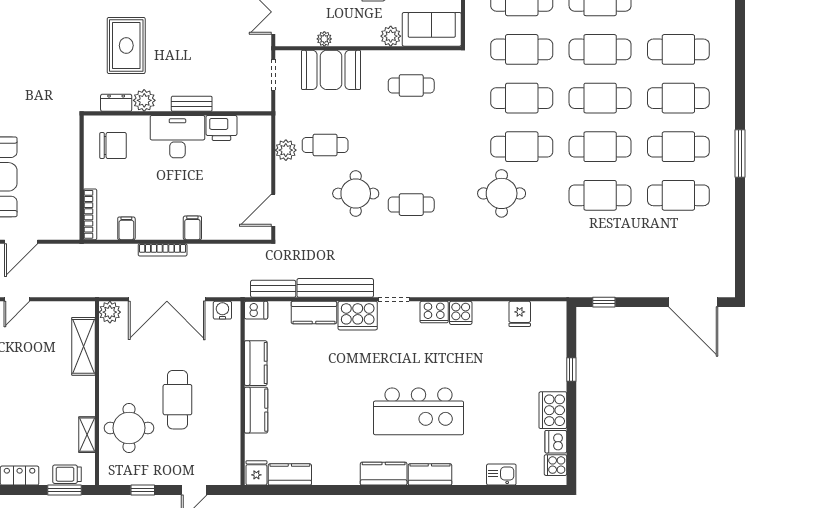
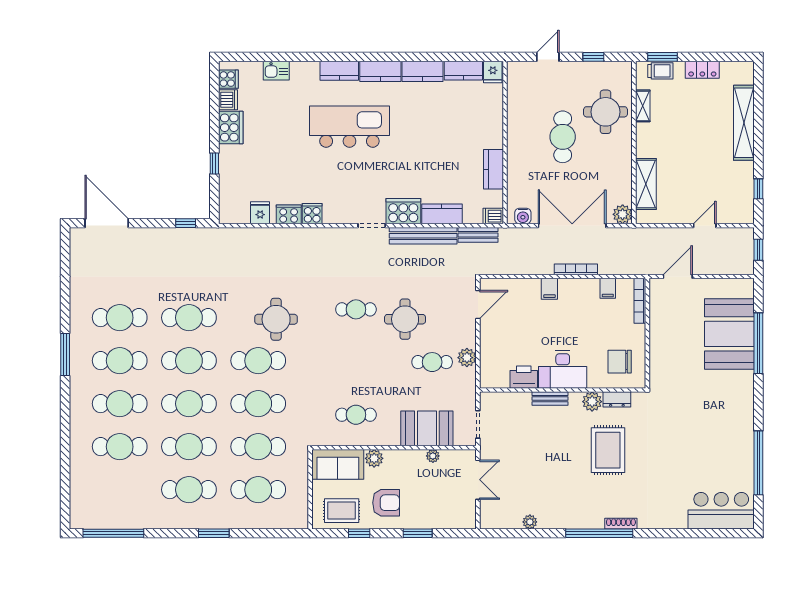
door: (21, 242) -> (678, 276), moved
cooker: (434, 312) -> (289, 214), moved
kitchen counter: (256, 410) -> (423, 71), moved, turned -90

